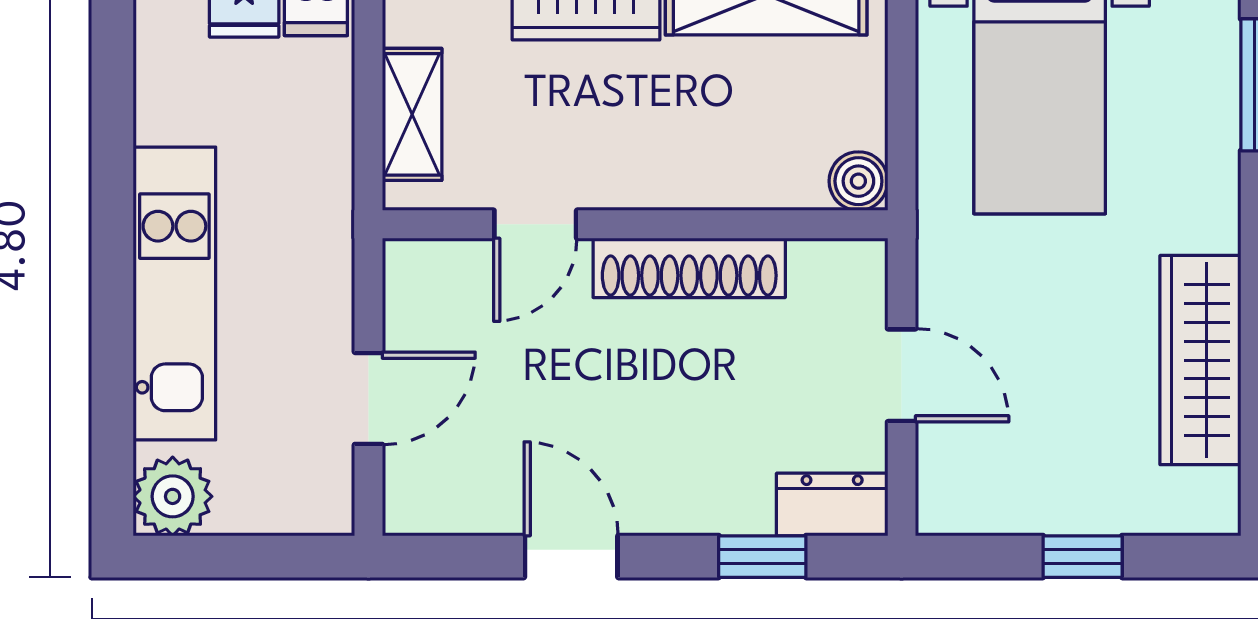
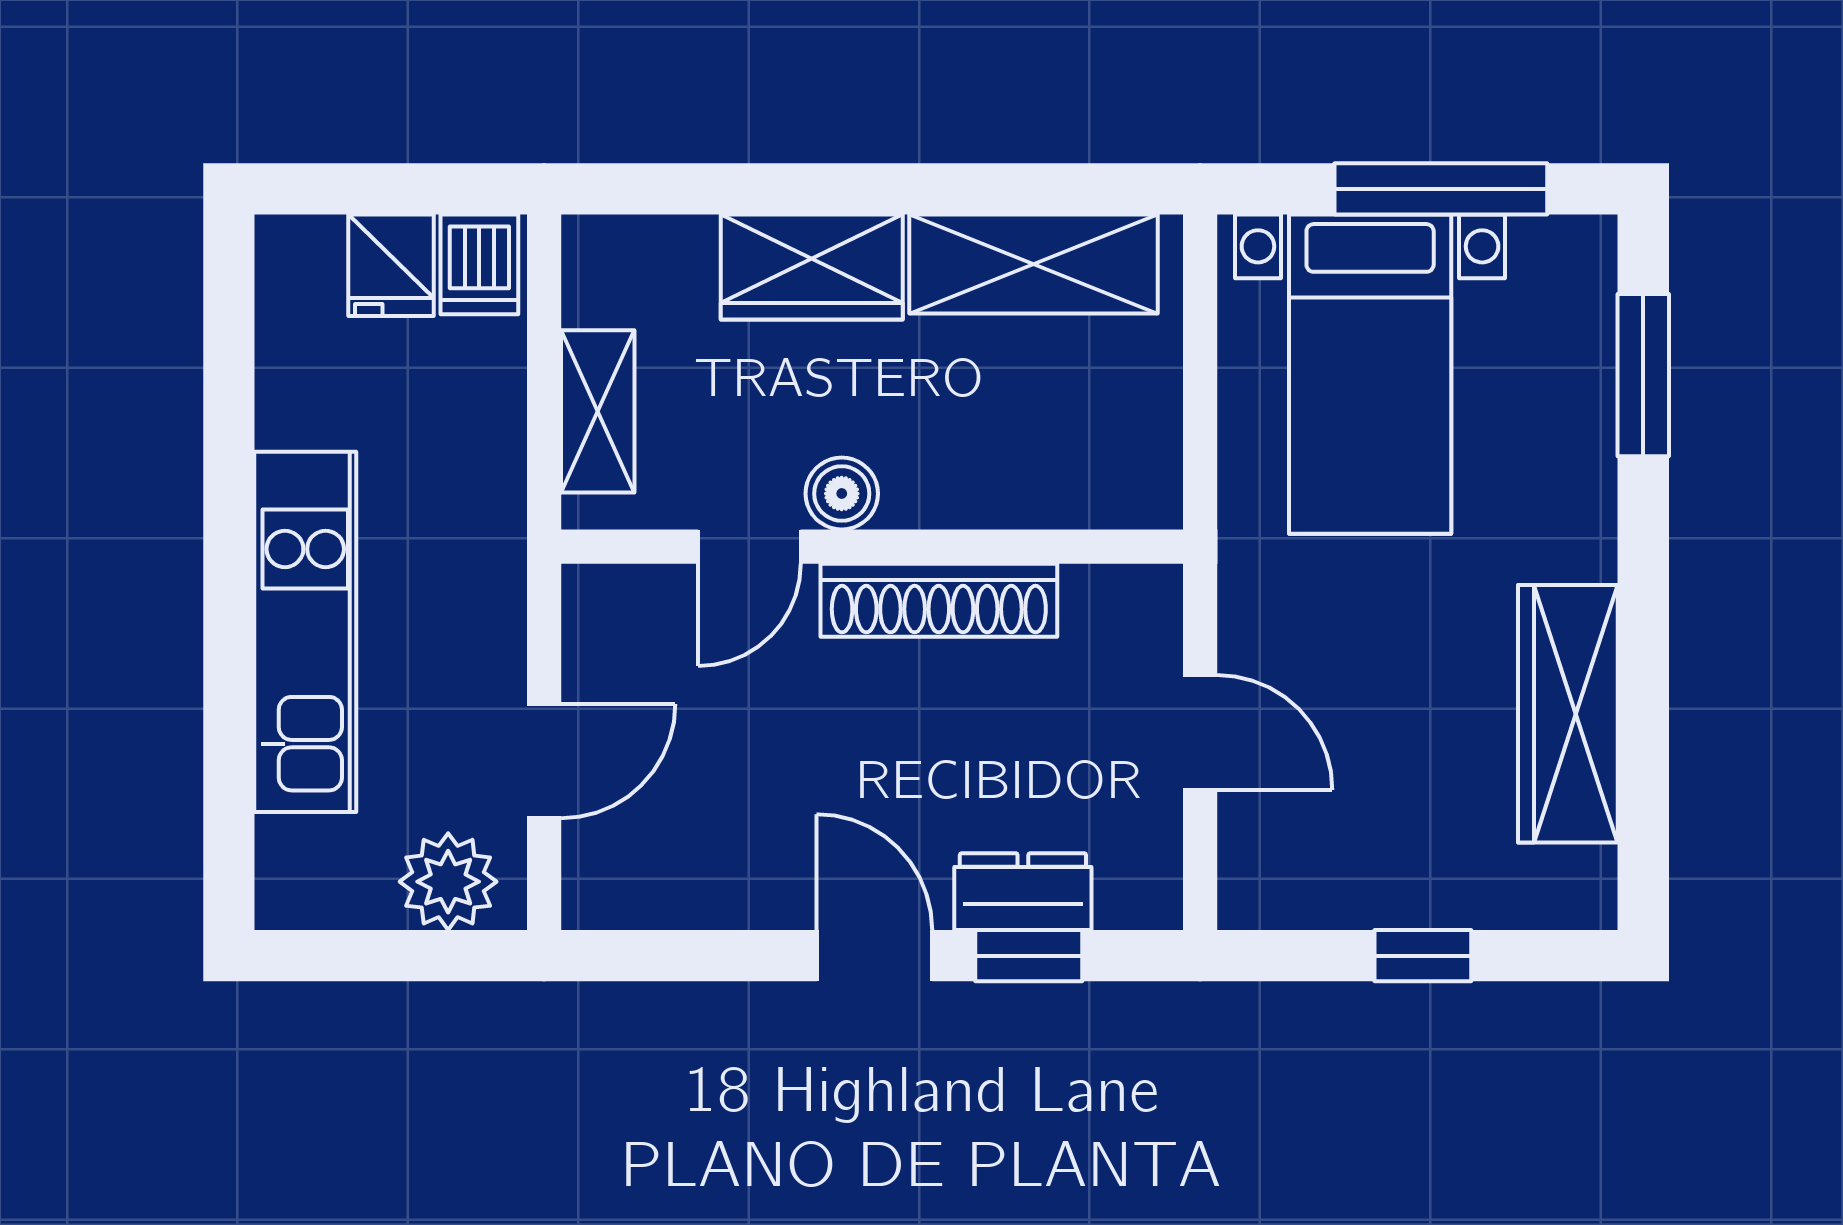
boiler: (858, 181) -> (842, 494), moved
plant: (173, 496) -> (448, 882), moved
dresser: (832, 505) -> (1023, 892), moved
door: (571, 557) -> (874, 956), moved

